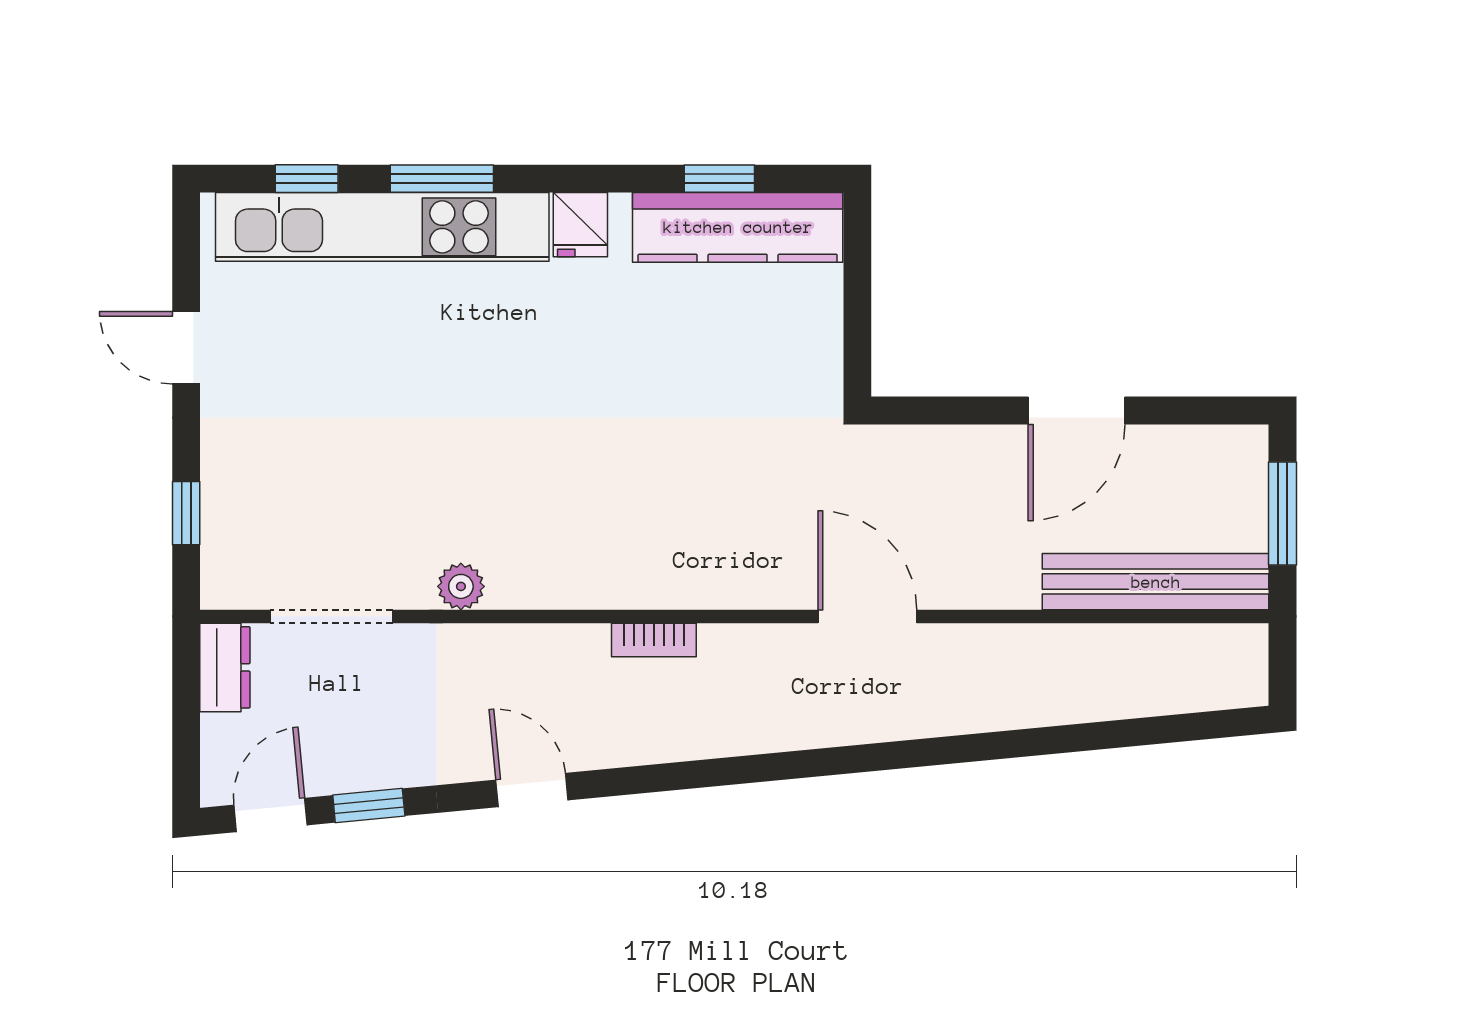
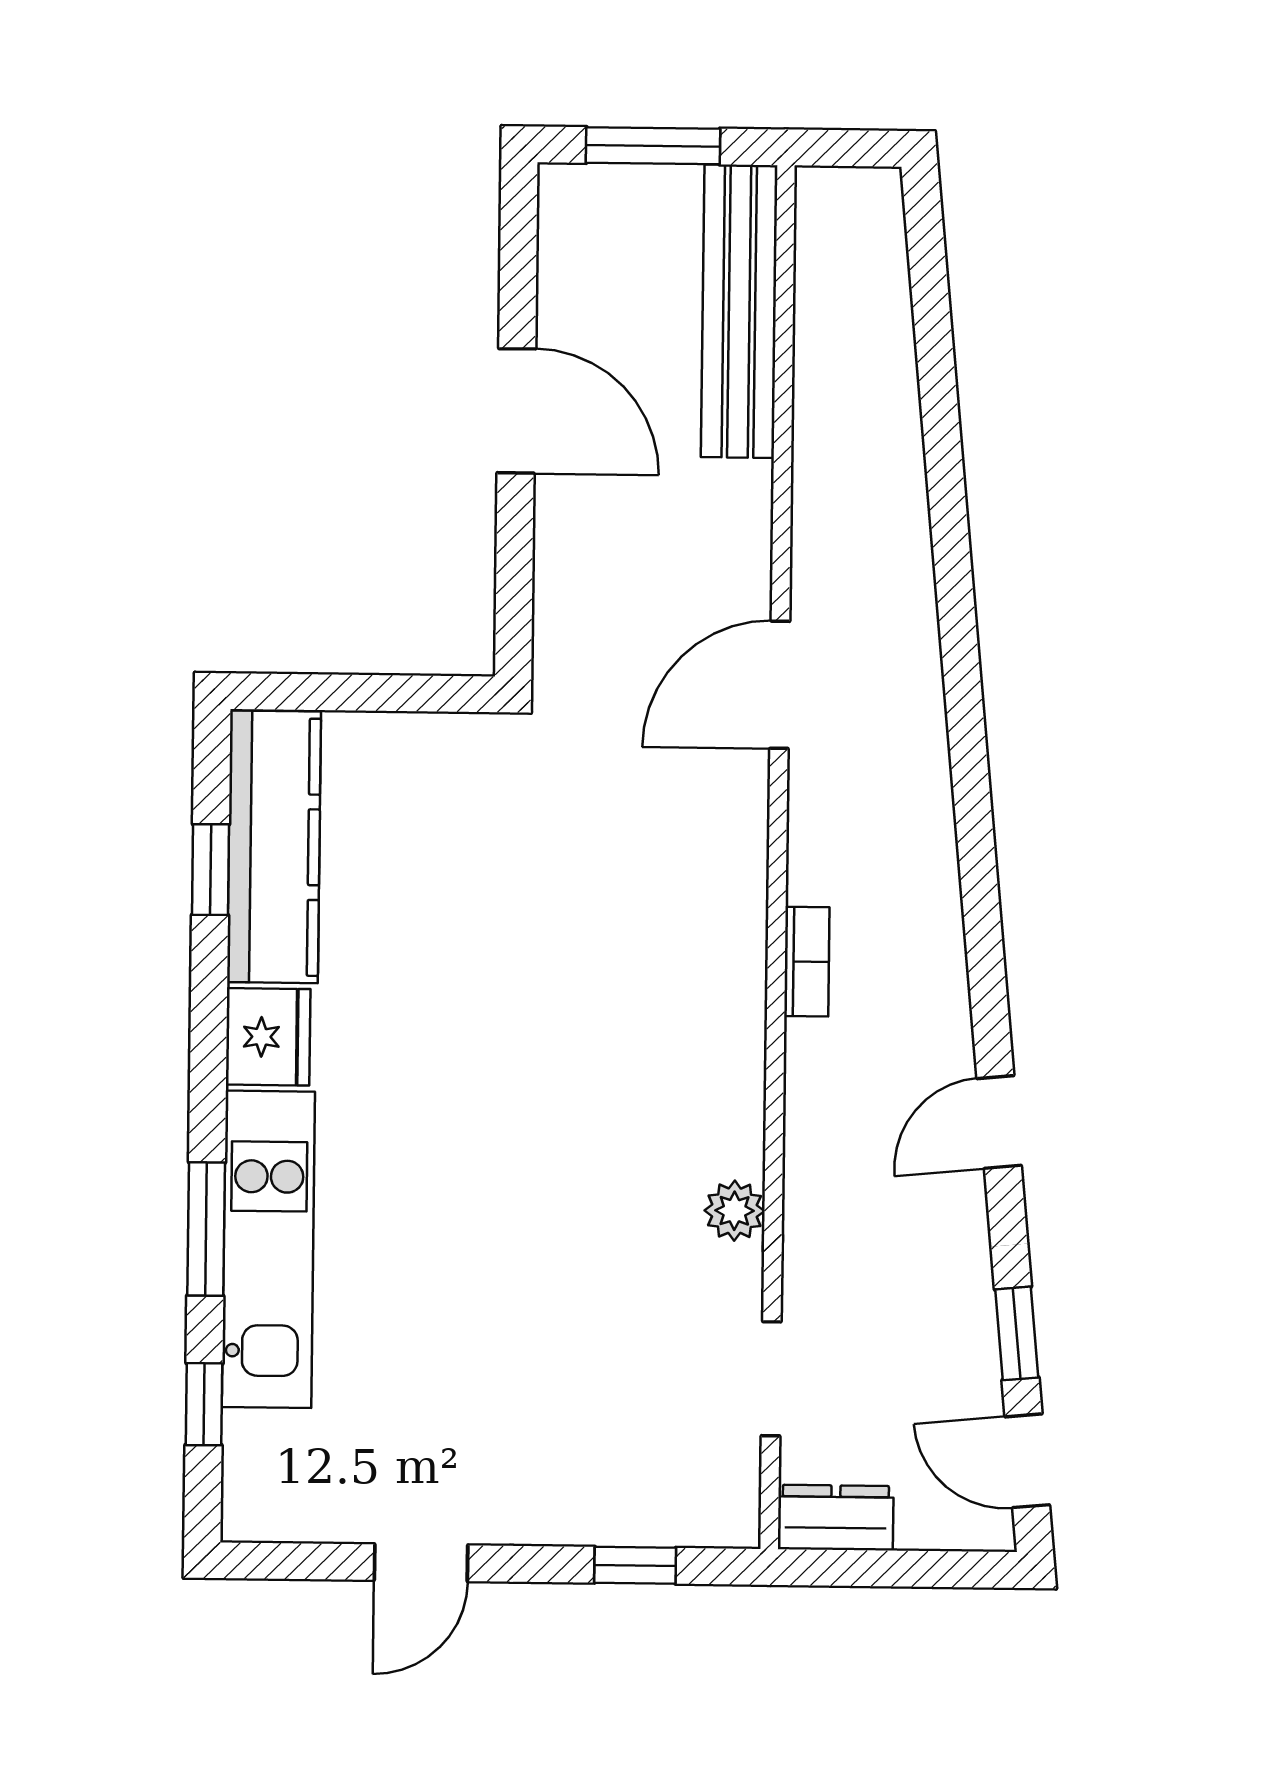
fridge: (580, 225) -> (268, 1037), width x1.38
kitchen unit: (382, 227) -> (268, 1249), width x0.73
doorway: (331, 616) -> (771, 1379), width x0.73

